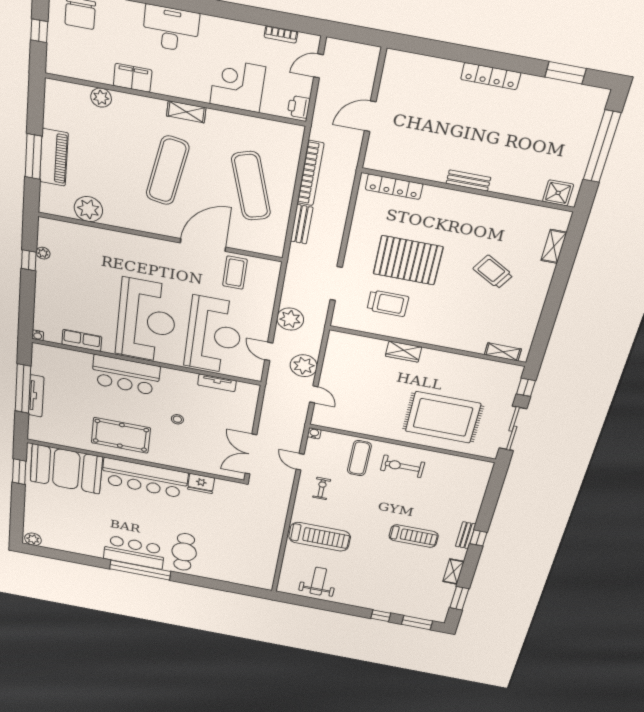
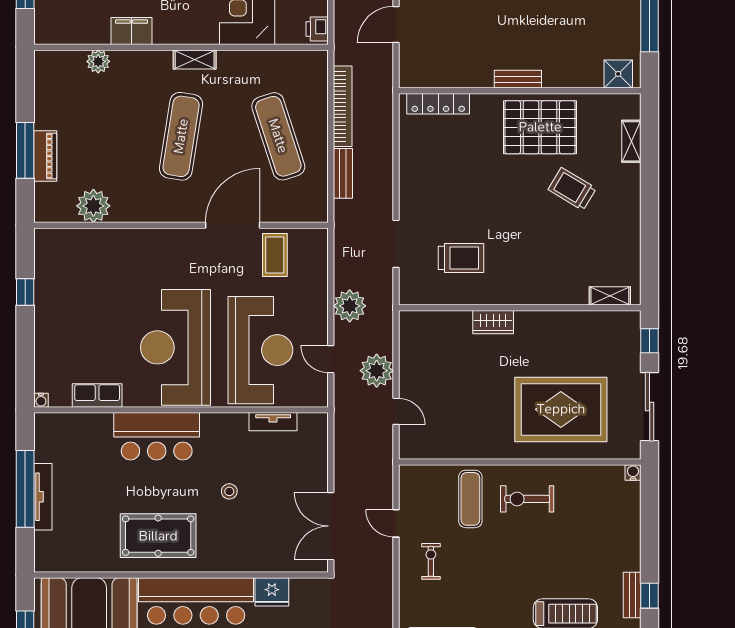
piano: (54, 157) -> (45, 156), width x0.73, depth x0.75
plant: (43, 253) -> (42, 278), removed
pallet: (408, 260) -> (540, 127), moved
reception desk: (146, 321) -> (175, 347), turned 180
water cooler: (314, 433) -> (633, 472), moved

